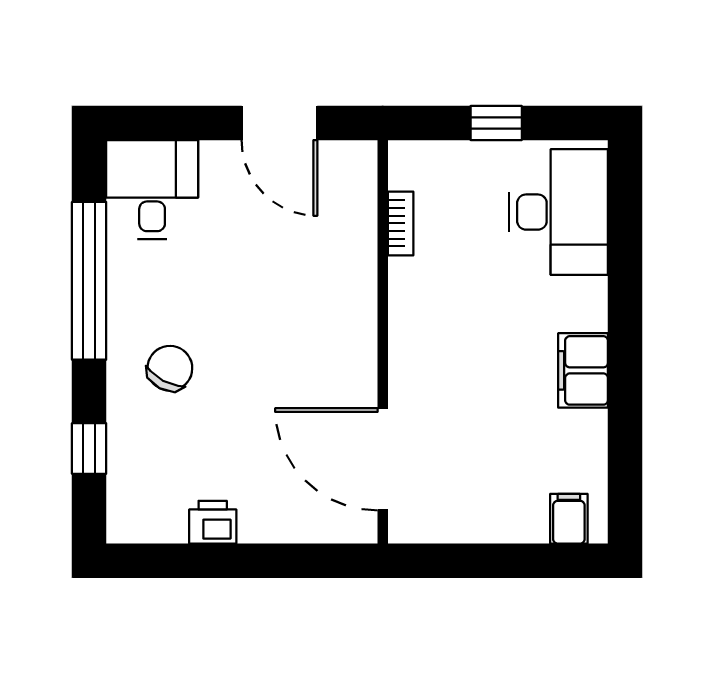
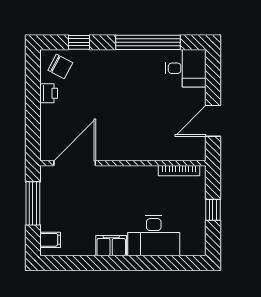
desk: (559, 212) -> (154, 236), moved
bookcase: (401, 223) -> (179, 171), width x1.56
chair: (170, 368) -> (60, 66), moved
window: (480, 561) -> (33, 203), added

